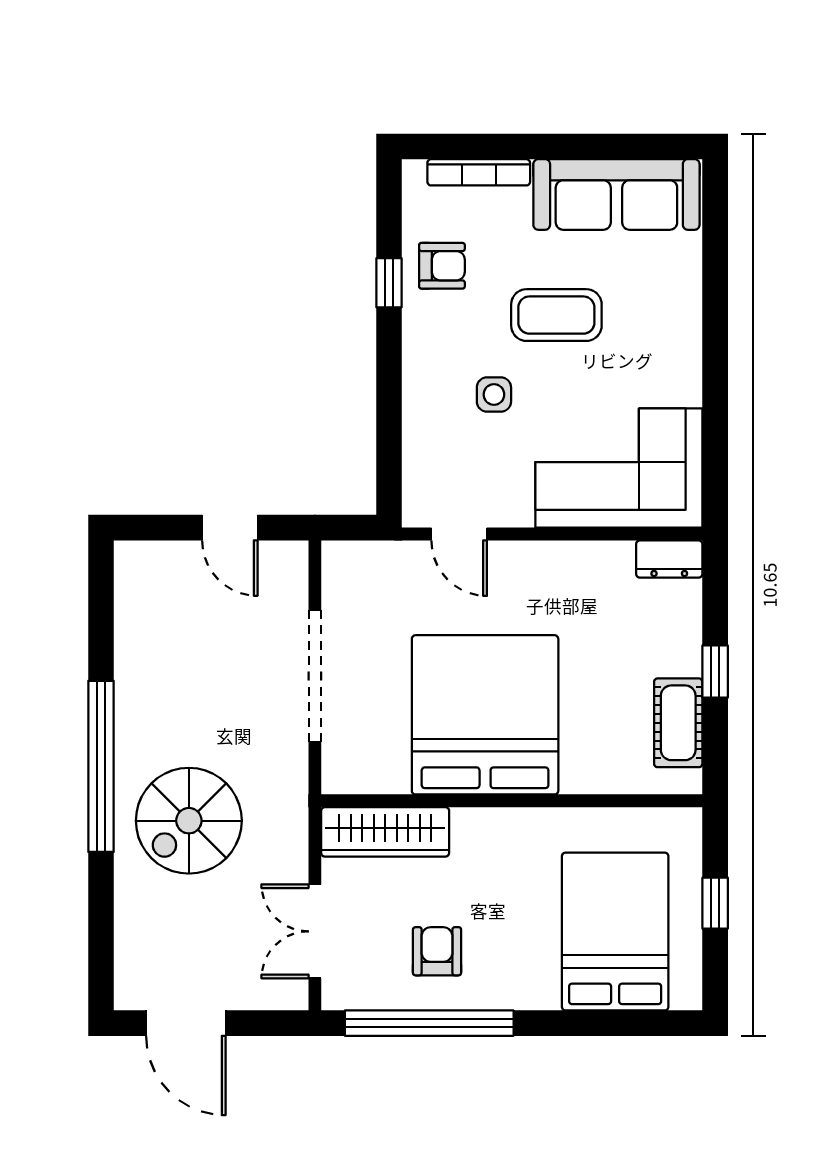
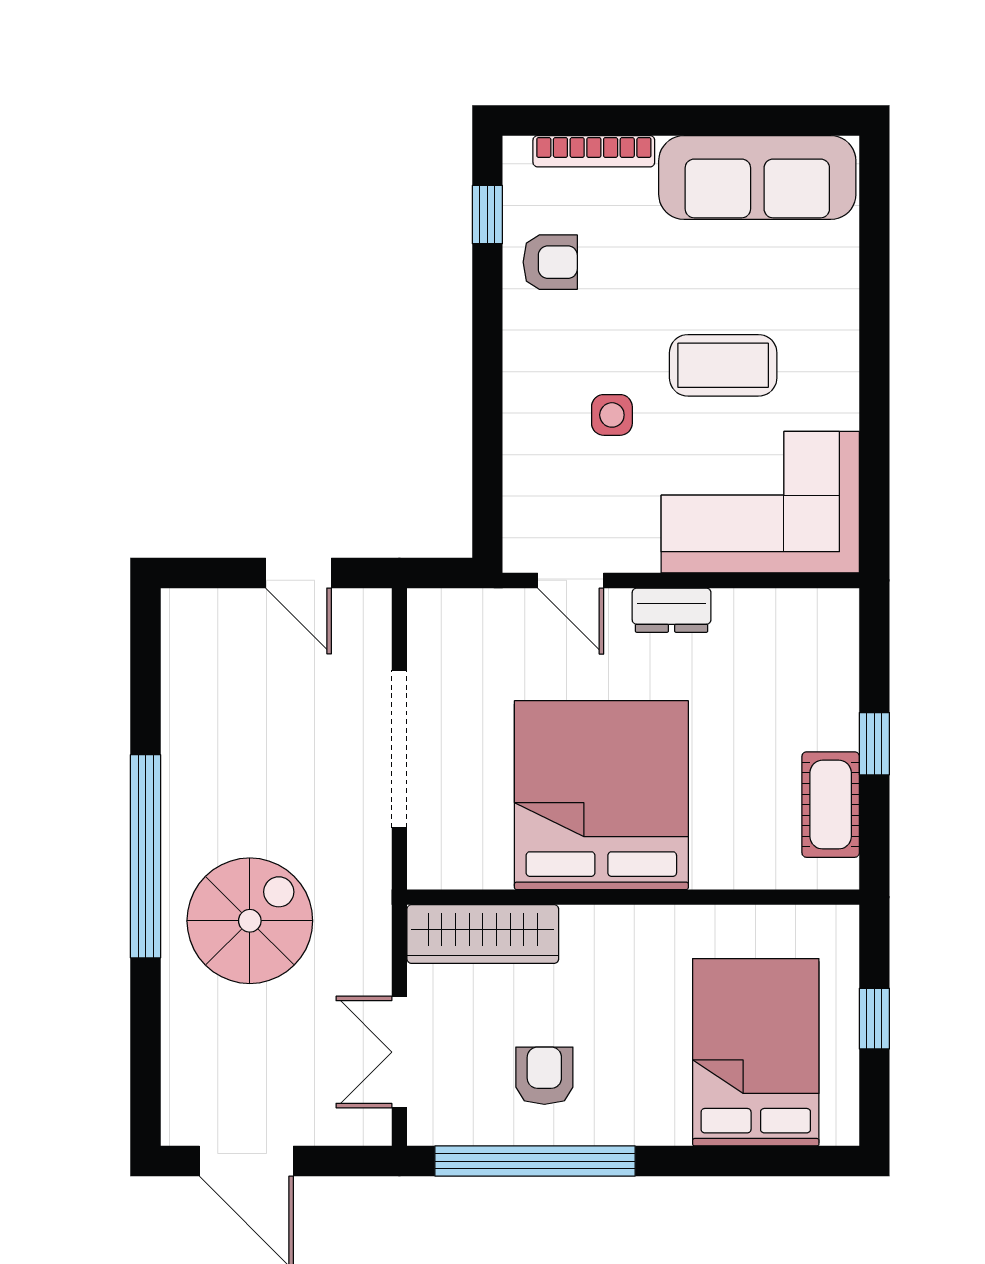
window: (389, 283) -> (487, 215), moved
coffee table: (556, 315) -> (723, 365), moved
dresser: (669, 559) -> (672, 610), moved
spiral stairs: (189, 821) -> (250, 921), turned 180

